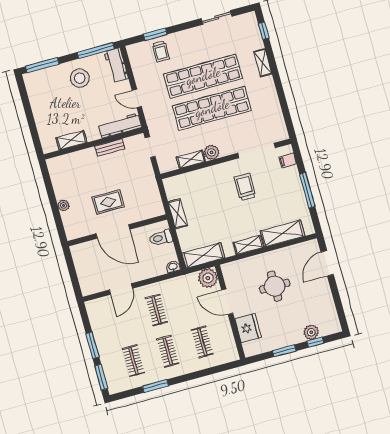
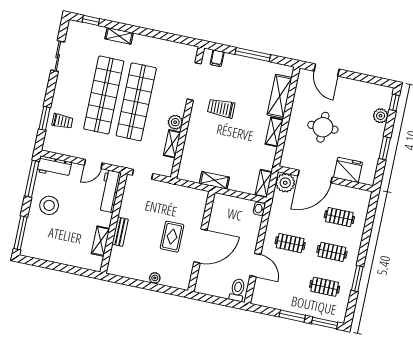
bench: (110, 148) -> (120, 232), moved
toilet: (161, 238) -> (237, 290), moved, turned 180
shelving: (203, 255) -> (264, 183), width x0.67, depth x0.75
door: (227, 302) -> (315, 176), width x1.36
window: (315, 342) -> (394, 103), moved

